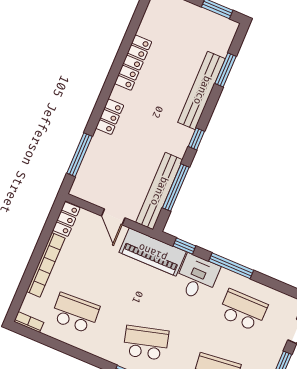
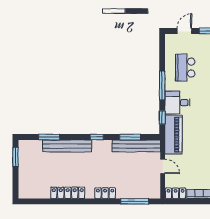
window: (176, 188) -> (130, 137), width x0.69
door: (113, 217) -> (163, 166), hinge flipped

